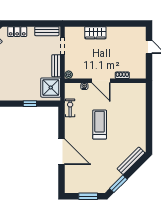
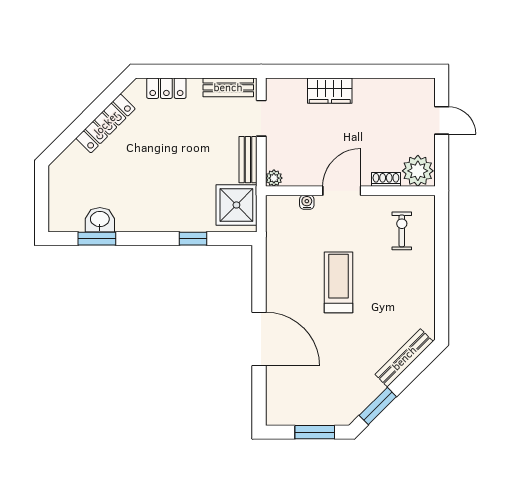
plant: (138, 71) -> (418, 171), added
door: (101, 81) -> (342, 191), swing flipped
exercise bike: (70, 108) -> (402, 231), moved

